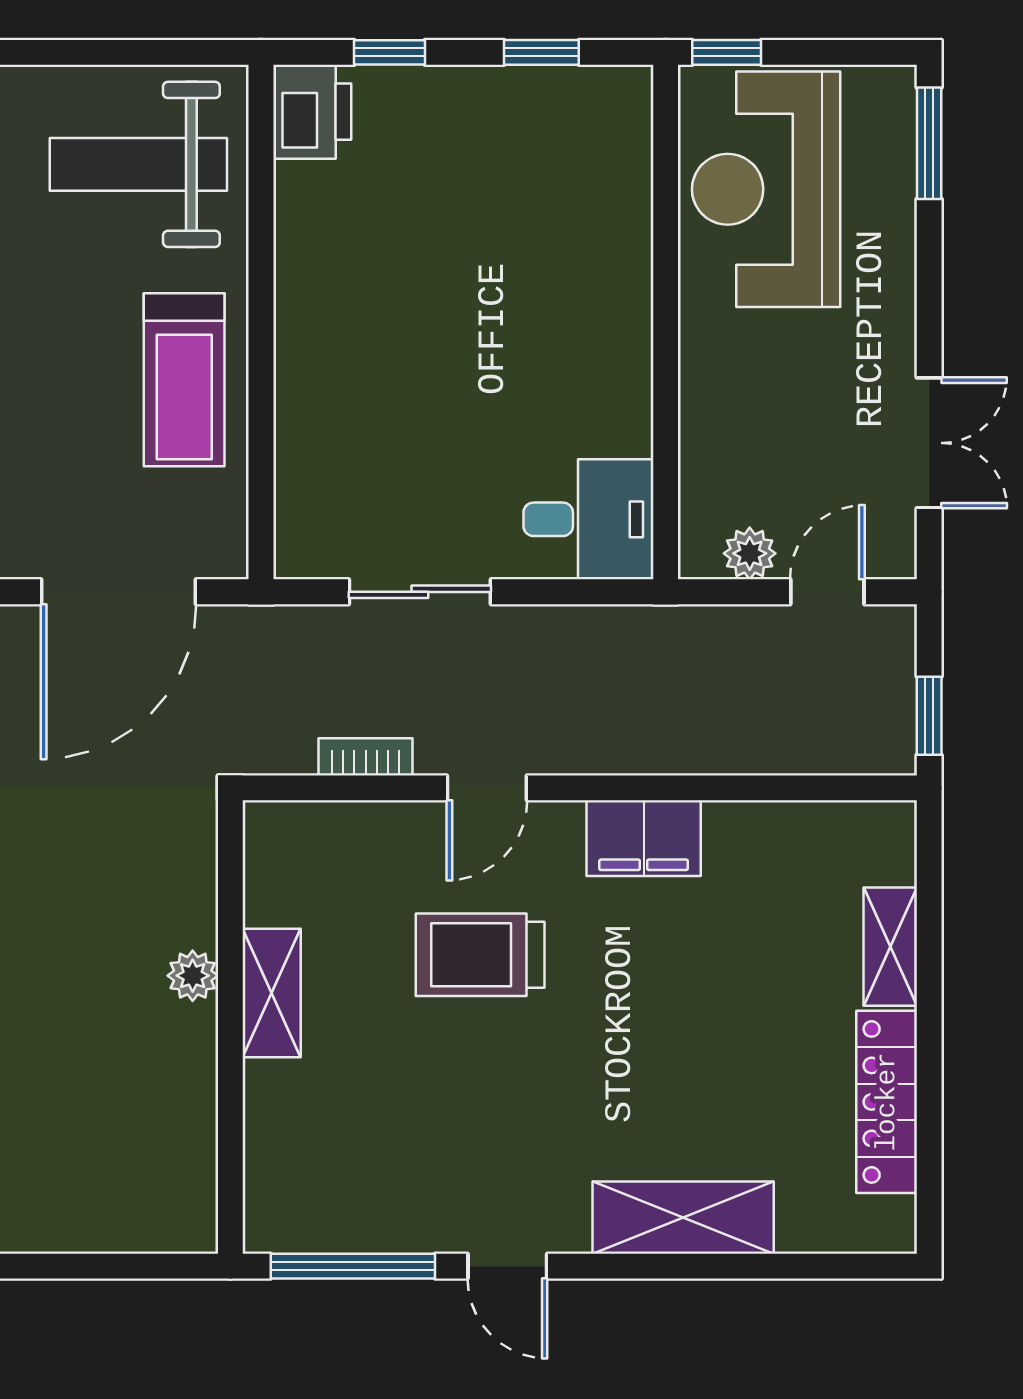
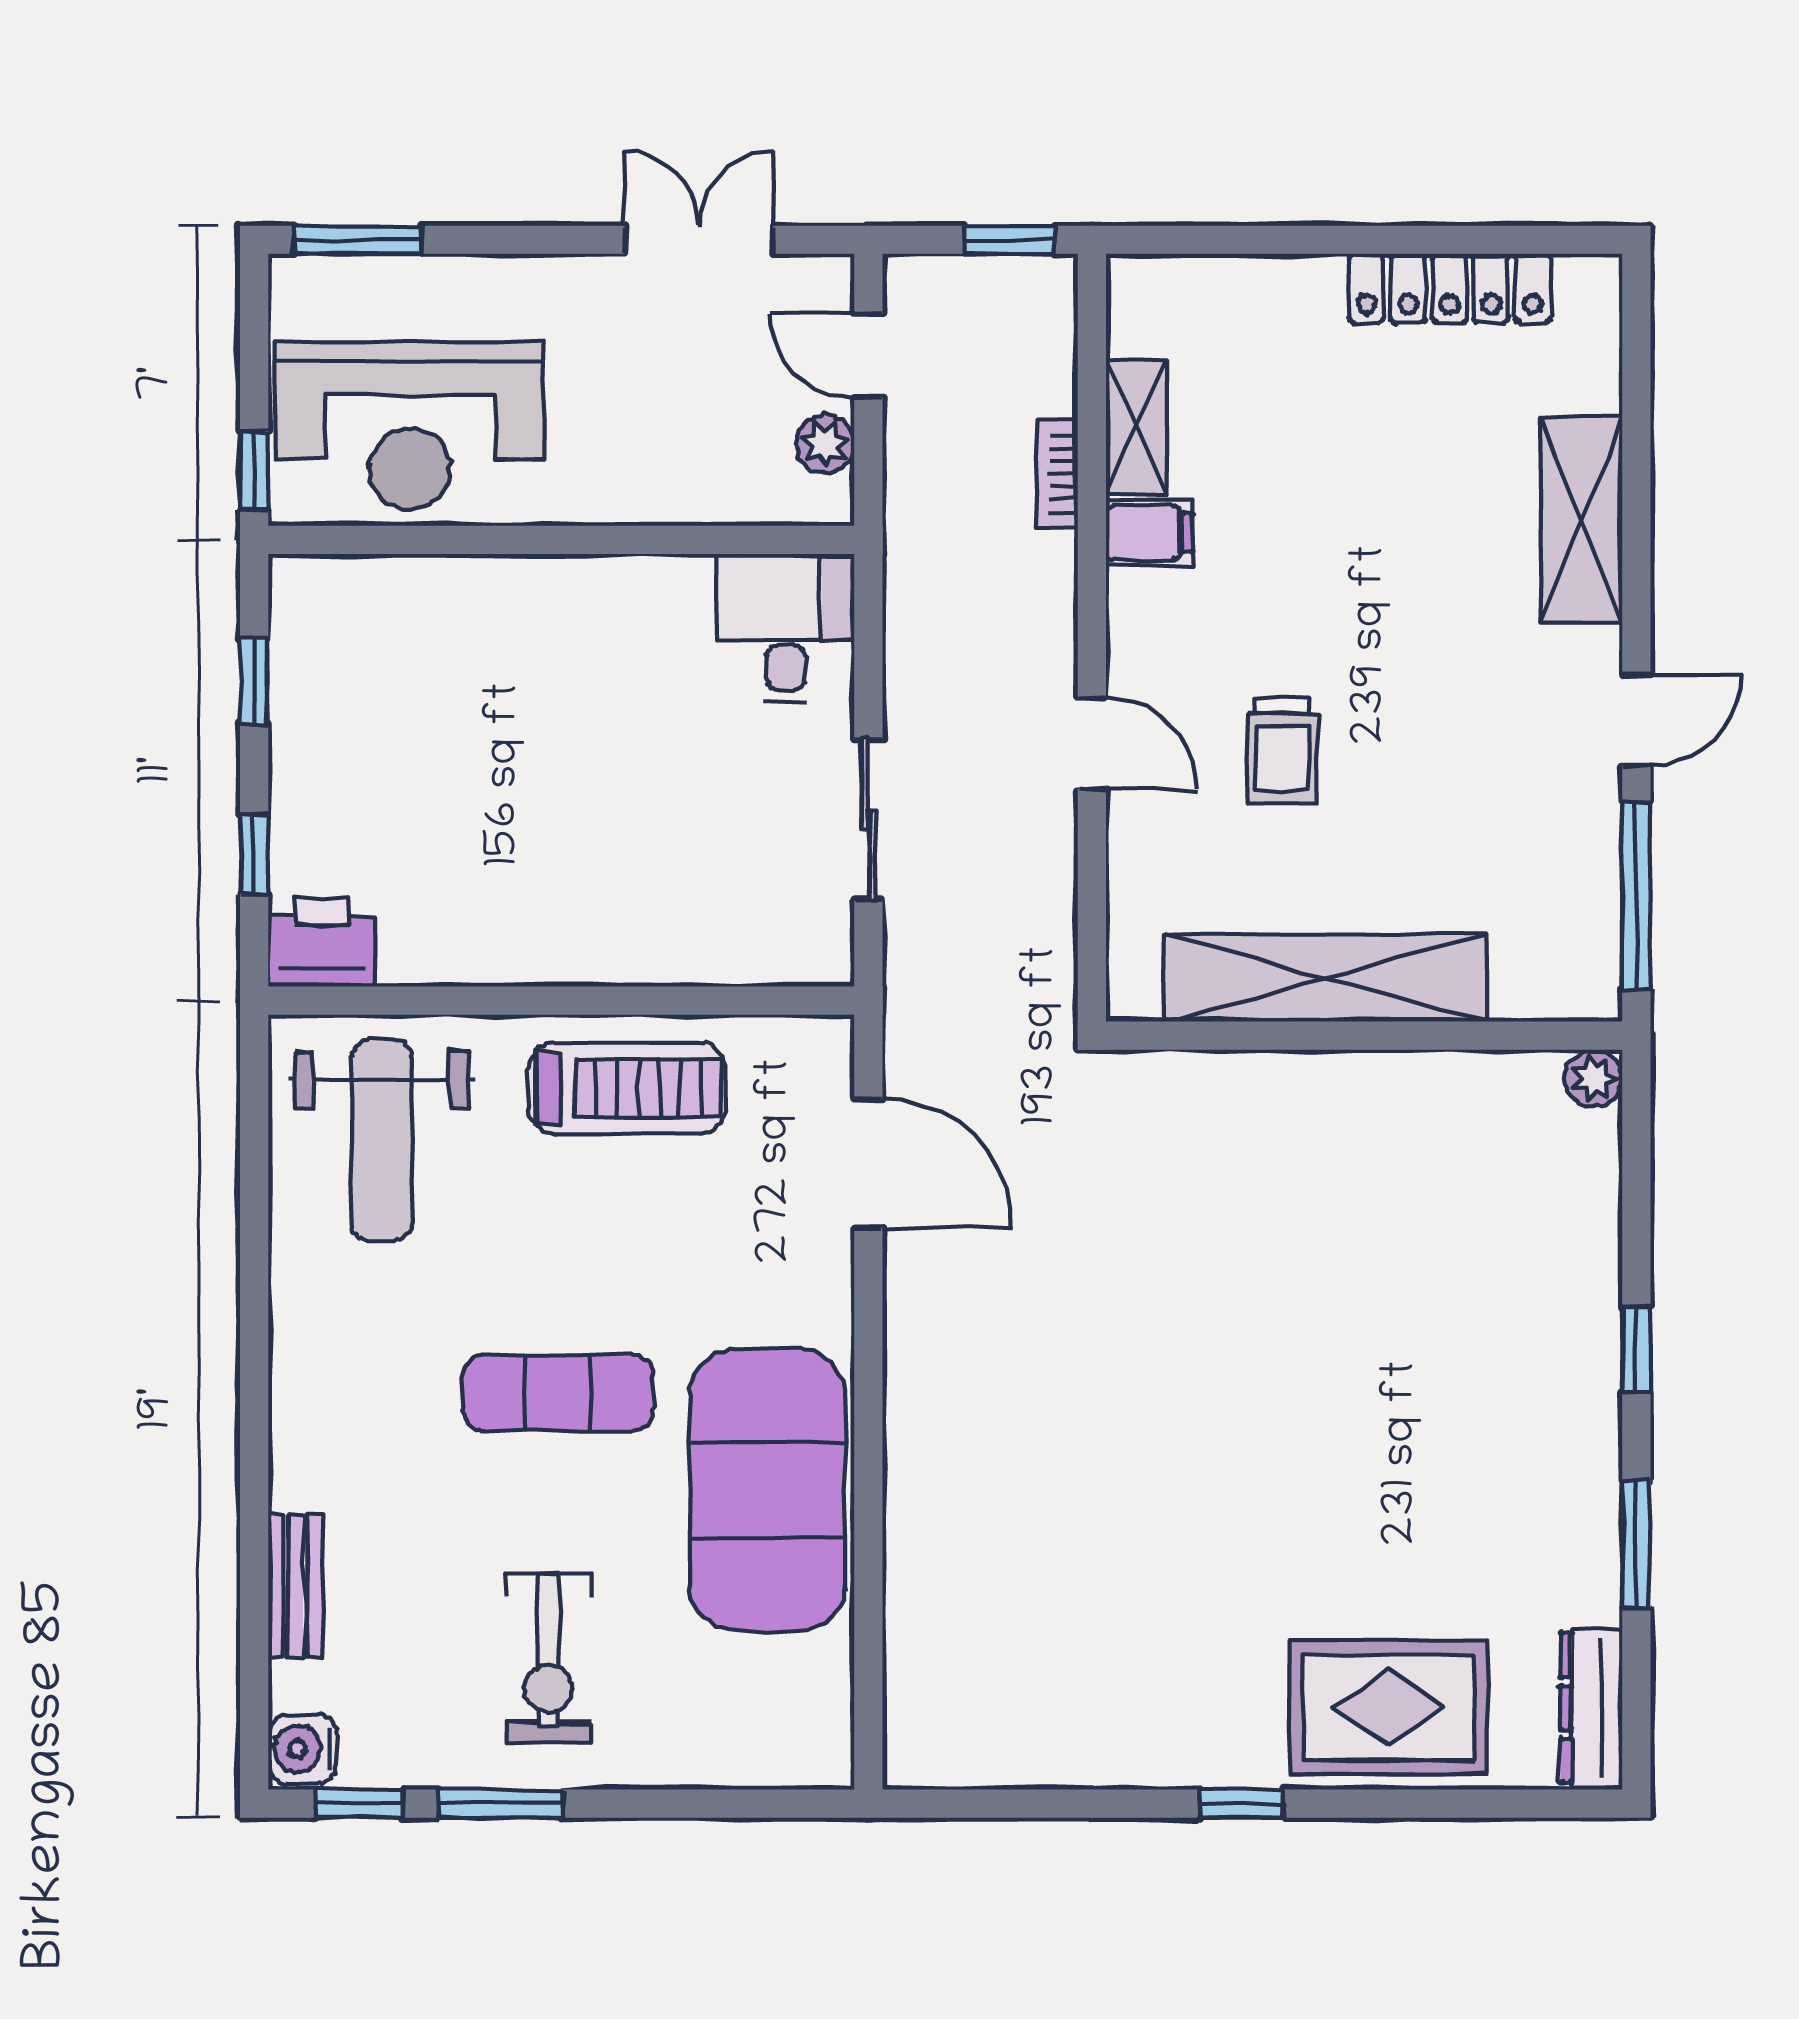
door: (118, 592) -> (868, 1163), width x0.73
bookcase: (366, 757) -> (1057, 474), moved
filing cabinet: (644, 838) -> (1149, 533), width x0.50
shelving: (890, 947) -> (1136, 427), moved, turned 90
trolley: (480, 955) -> (1282, 751), width x0.73, depth x0.72
plant: (193, 976) -> (1594, 1078), moved
shelving: (272, 993) -> (1326, 978), width x2.20, depth x1.33

